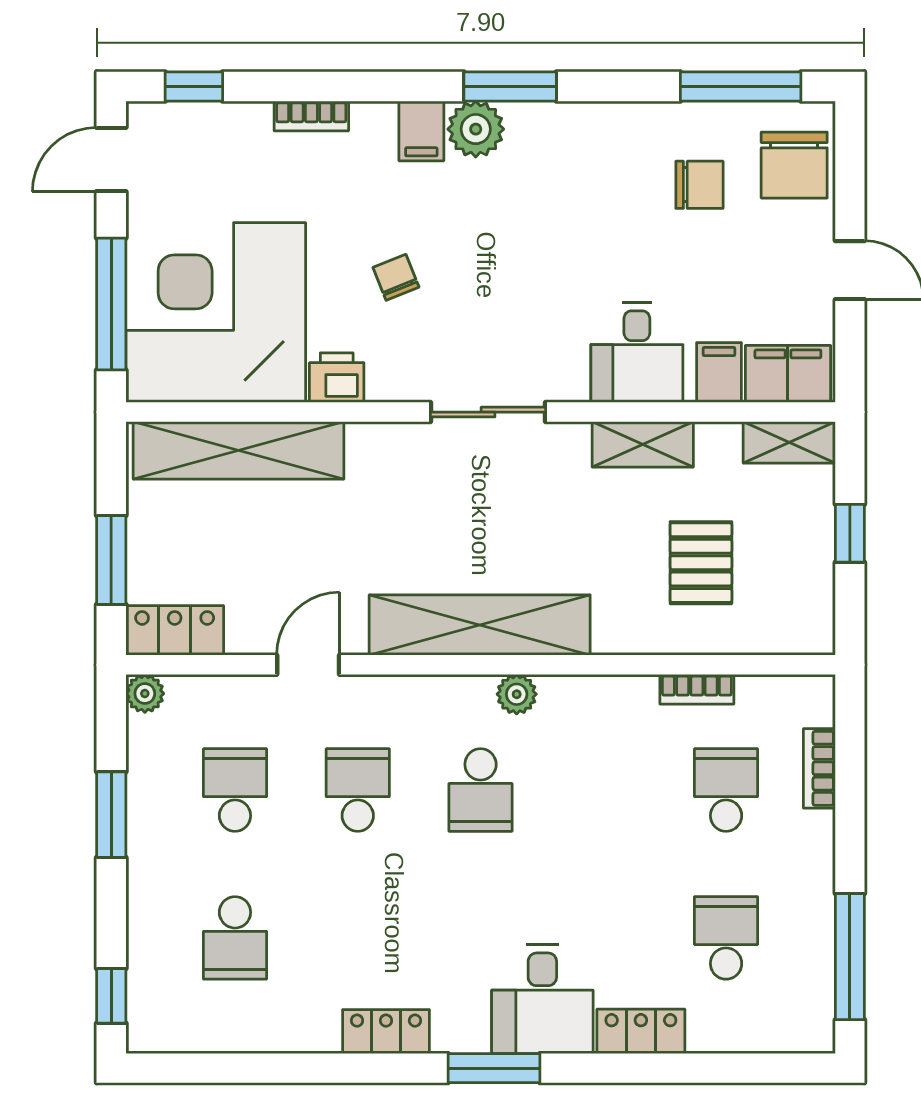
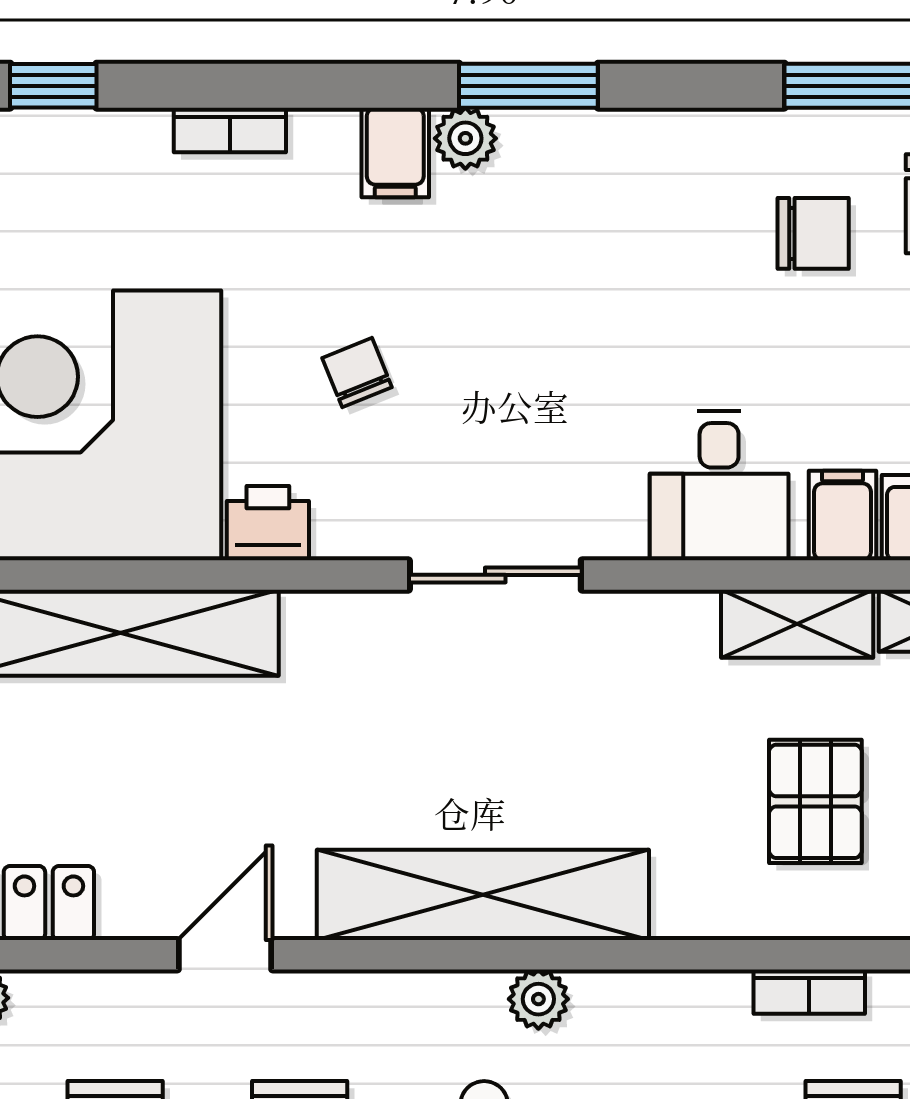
plant: (476, 129) -> (465, 138), width x0.73, depth x0.73
shelving: (643, 444) -> (797, 624), moved

